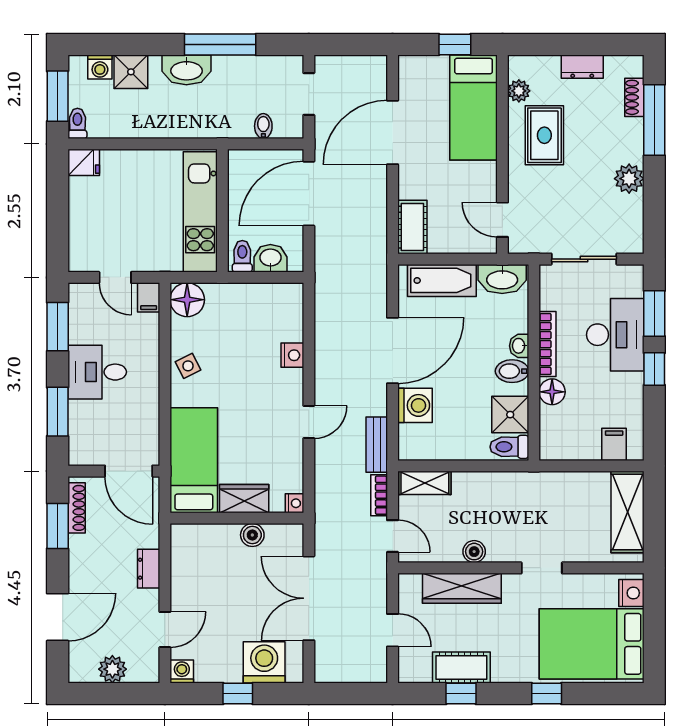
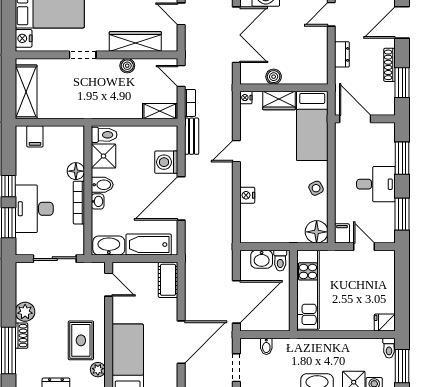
shoe rack: (634, 97) -> (22, 336), moved
shoe rack: (77, 508) -> (390, 65), moved

